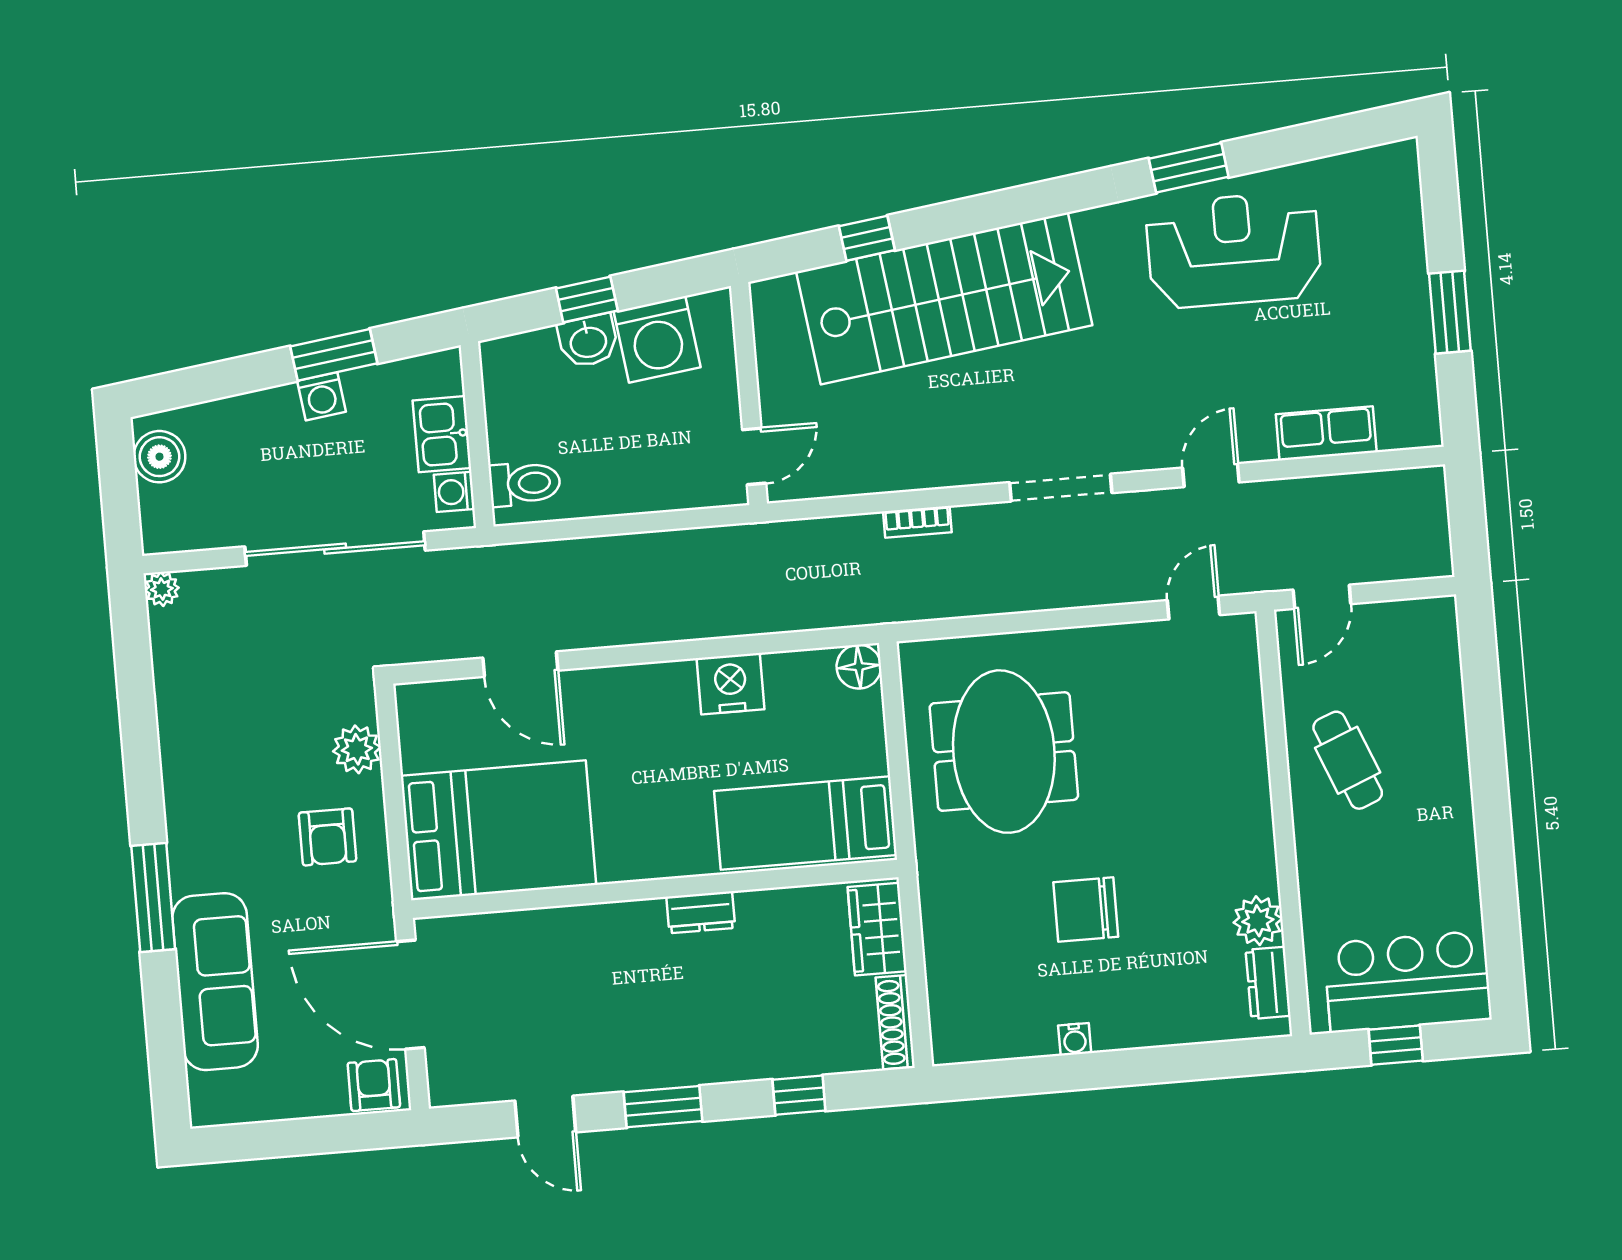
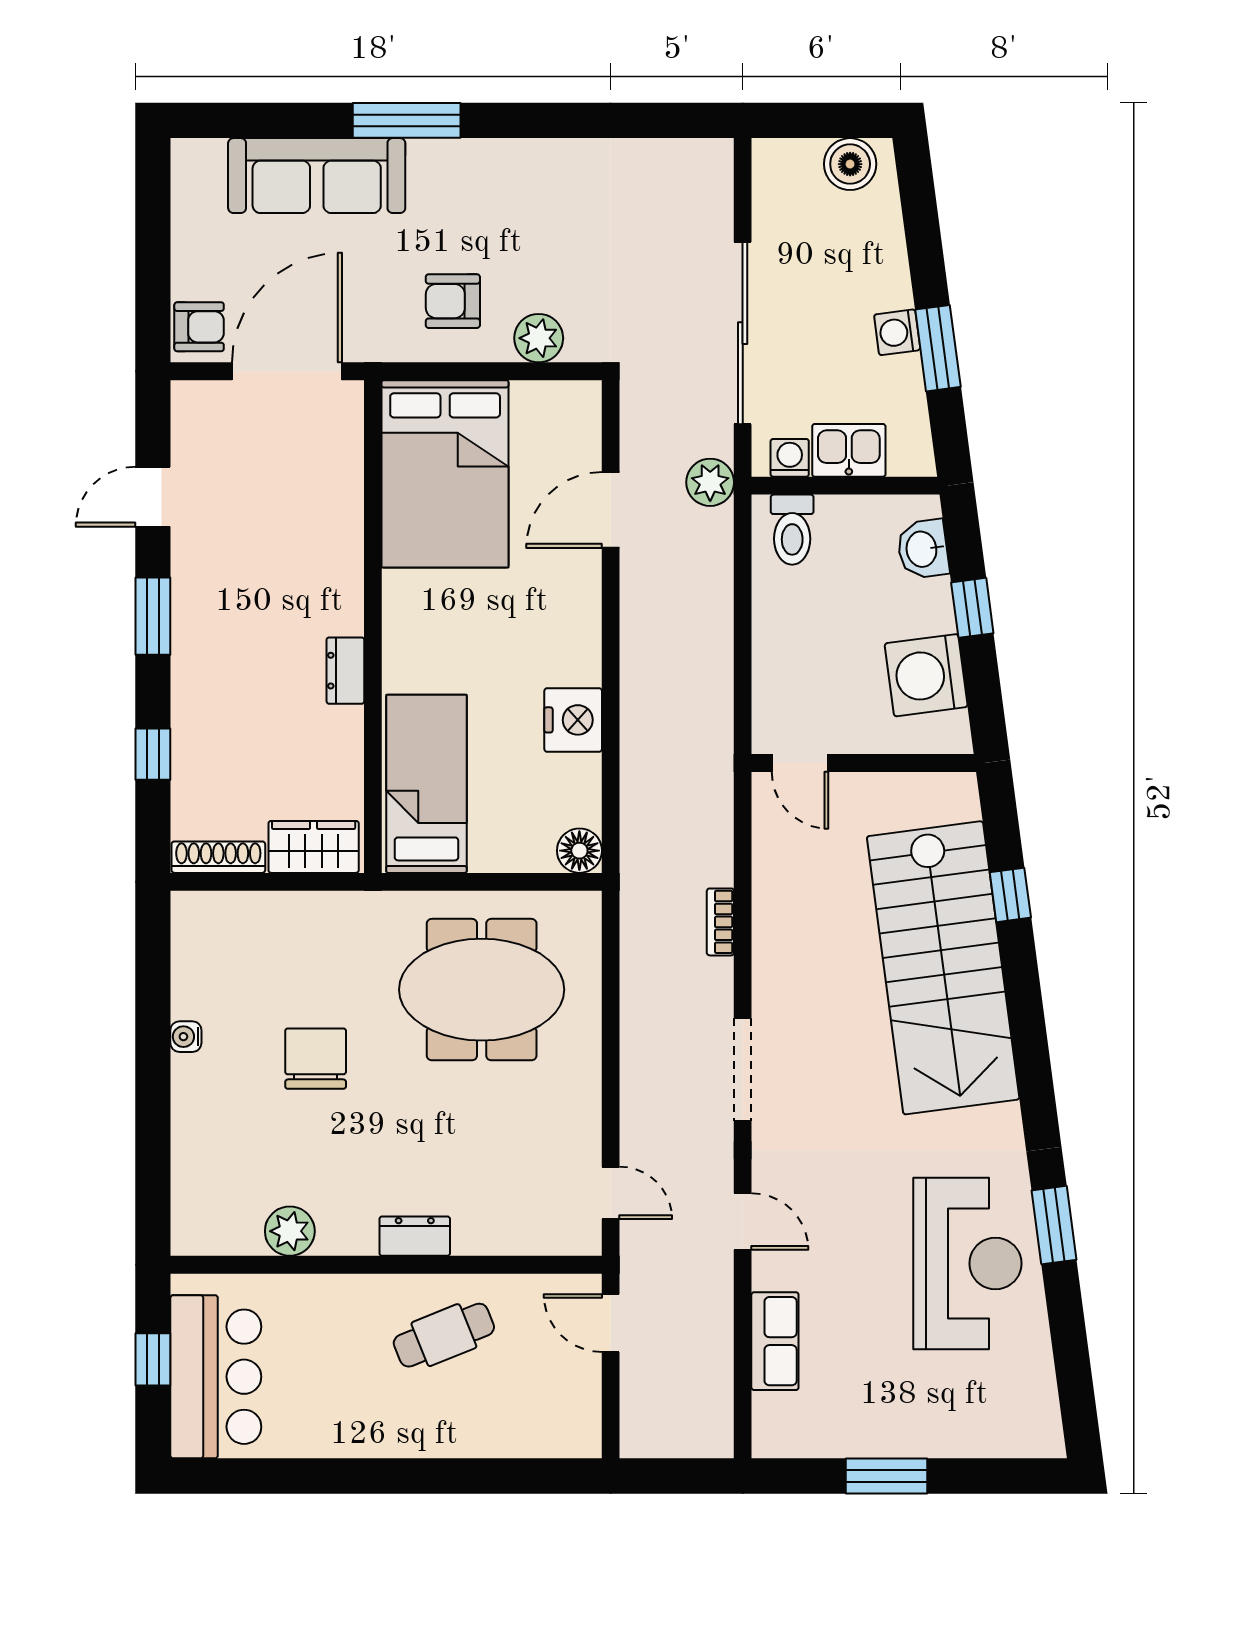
washbasin: (588, 341) -> (923, 549), moved
plant: (162, 589) -> (710, 482), moved, width x1.38, depth x1.38
dresser: (1268, 983) -> (415, 1236), moved

